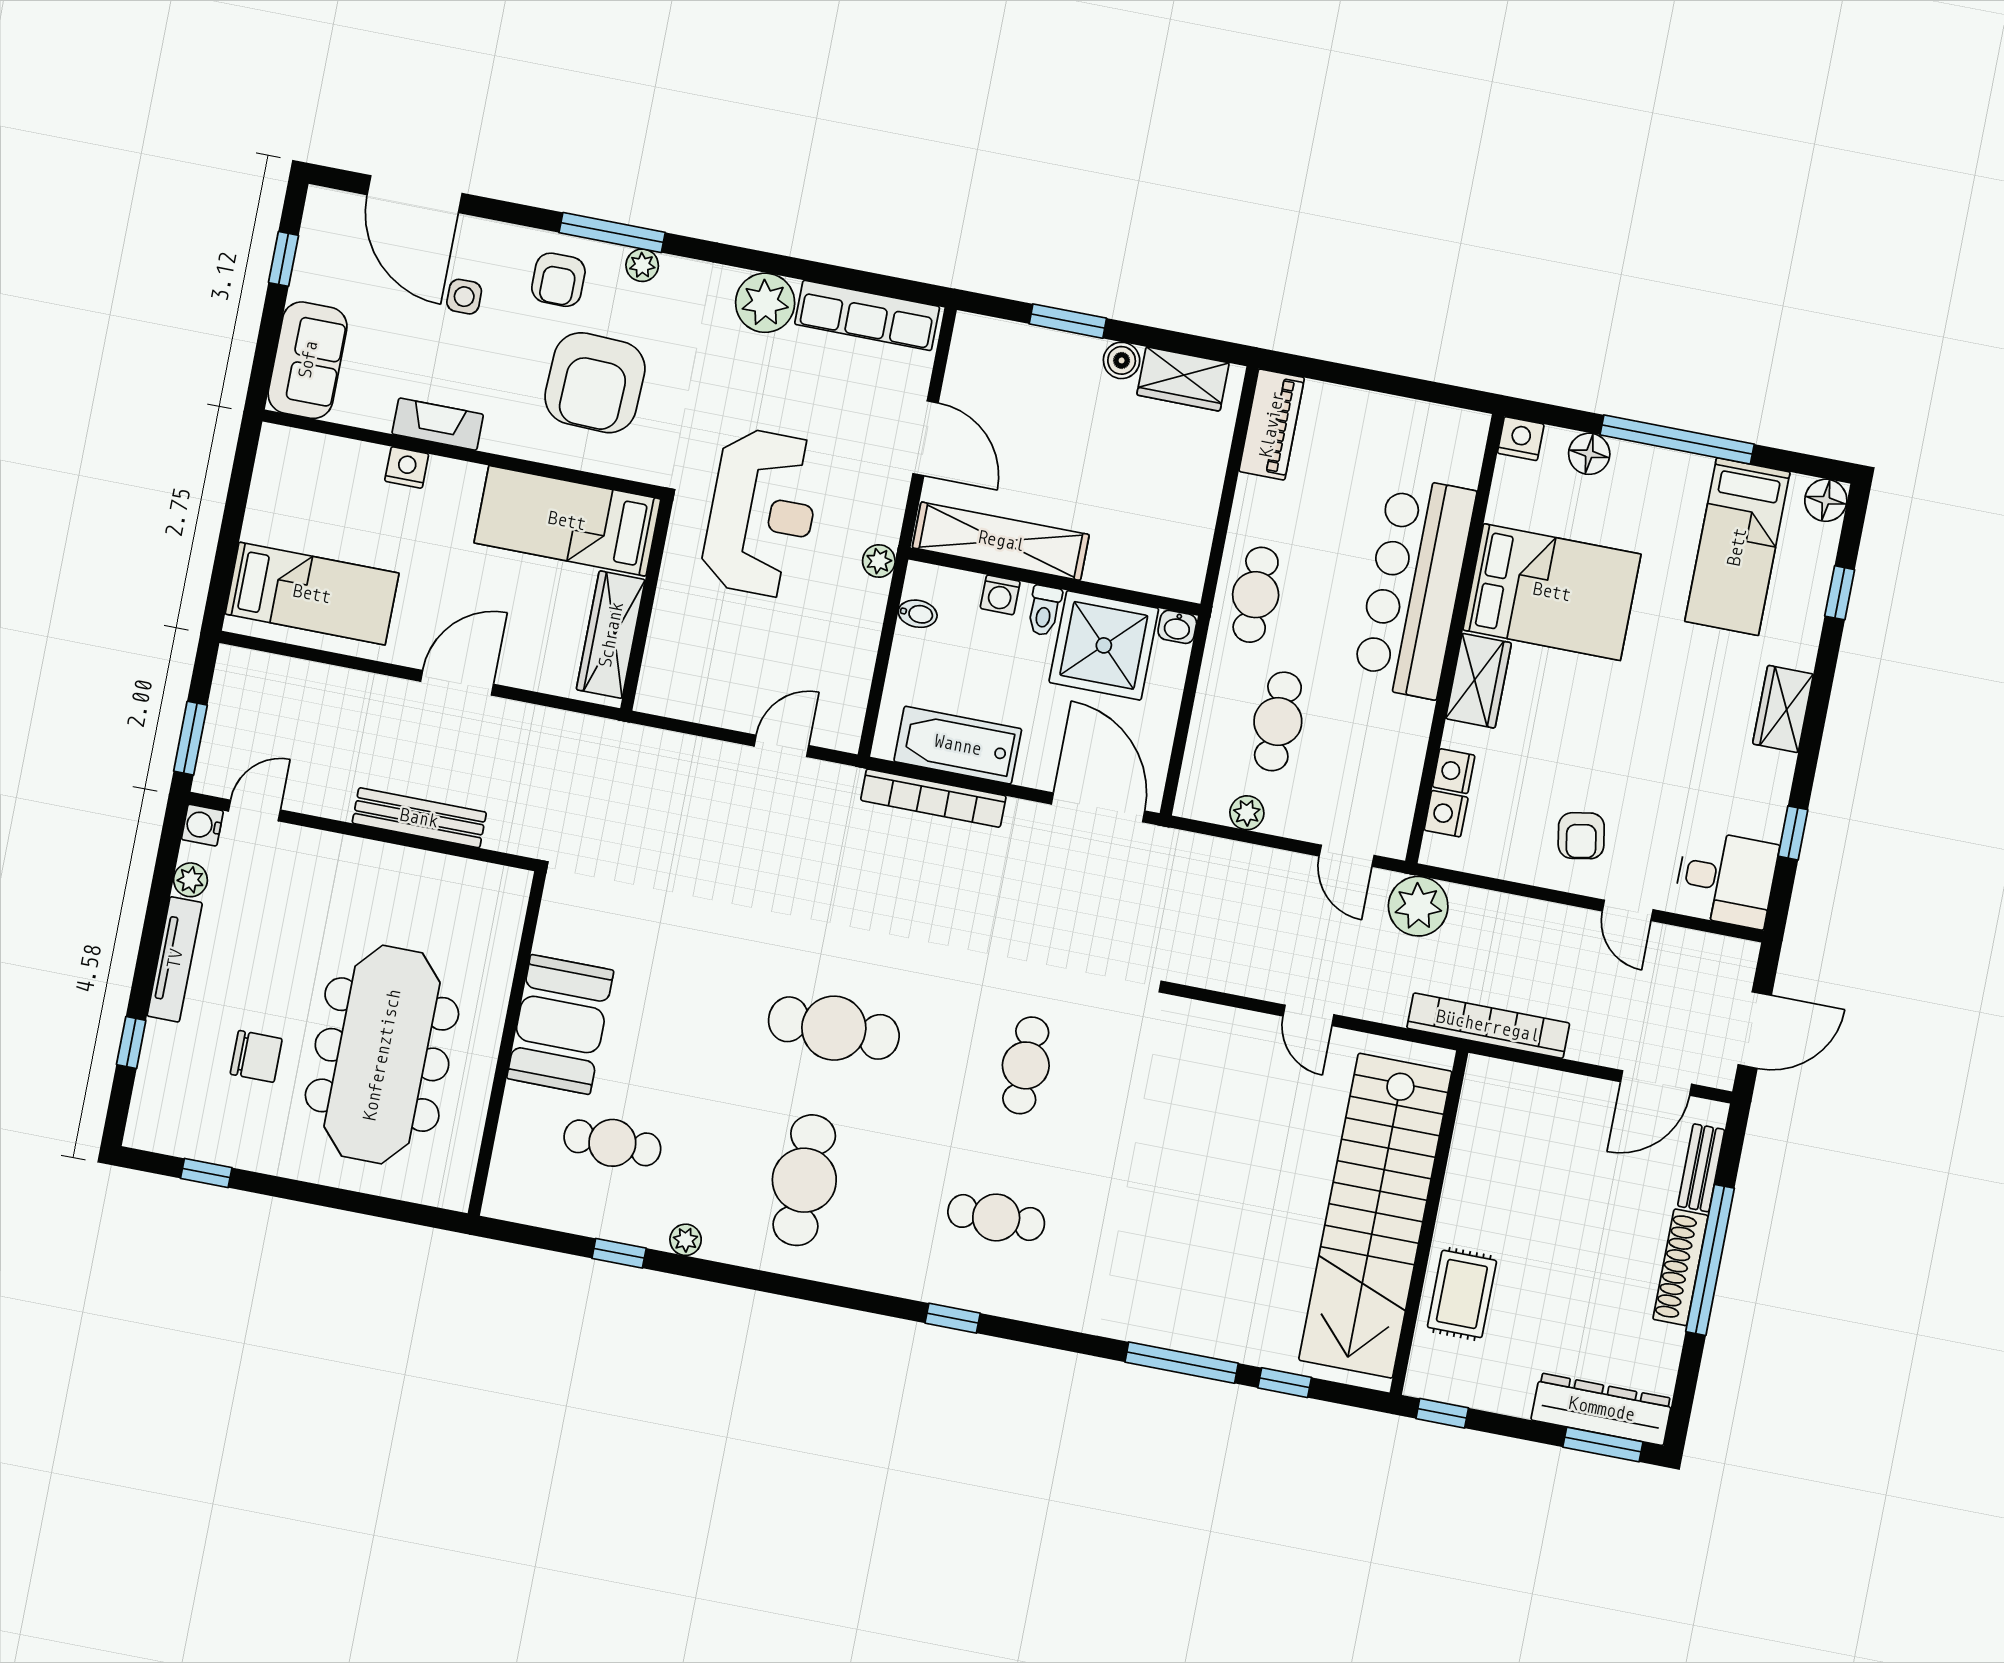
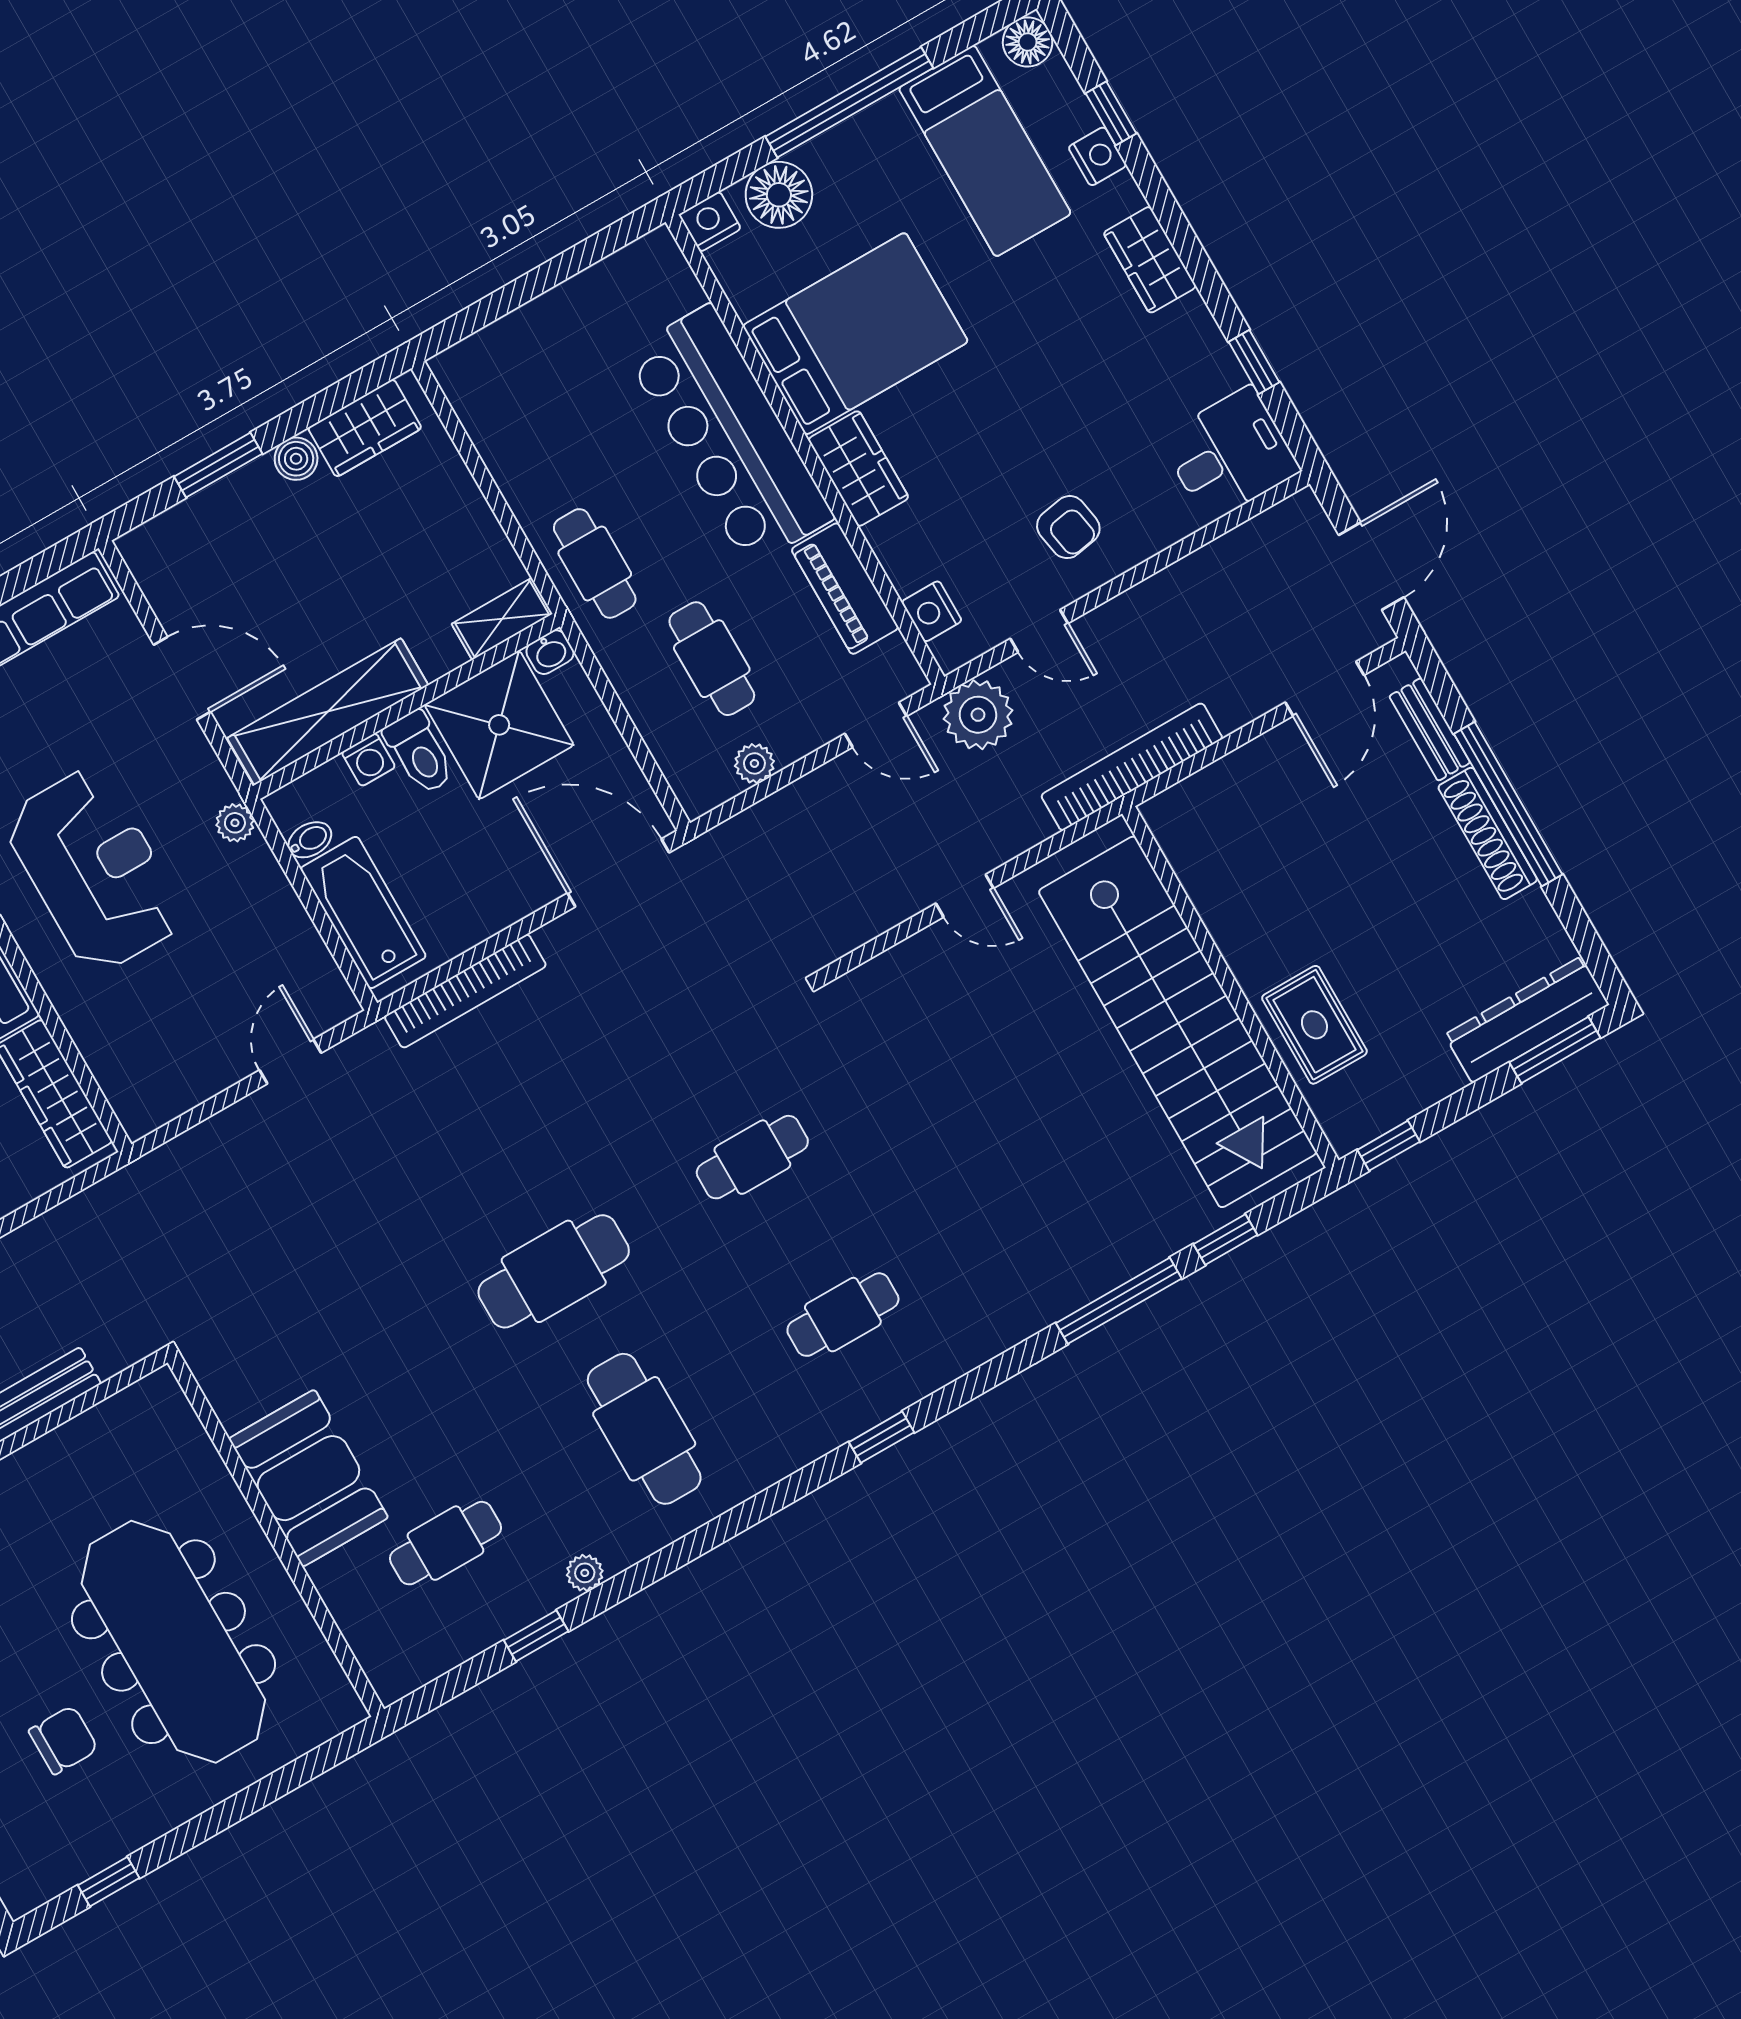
piano: (1272, 424) -> (845, 589), moved, turned 180
floor lamp: (1589, 454) -> (779, 195), width x1.38, depth x1.38
shelving: (1165, 579) -> (502, 619), added
toilet: (1044, 611) -> (420, 752), width x1.37, depth x1.39
bathtub: (958, 745) -> (363, 912), moved, turned 90
nightstand: (1454, 771) -> (1097, 156), moved, turned 180
door: (1628, 910) -> (1039, 631), moved
cafe table: (1026, 1065) -> (752, 1157), turned 90

